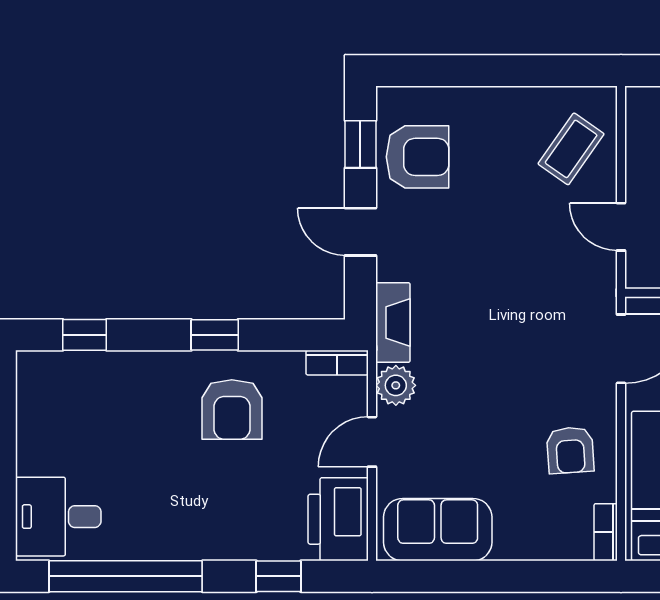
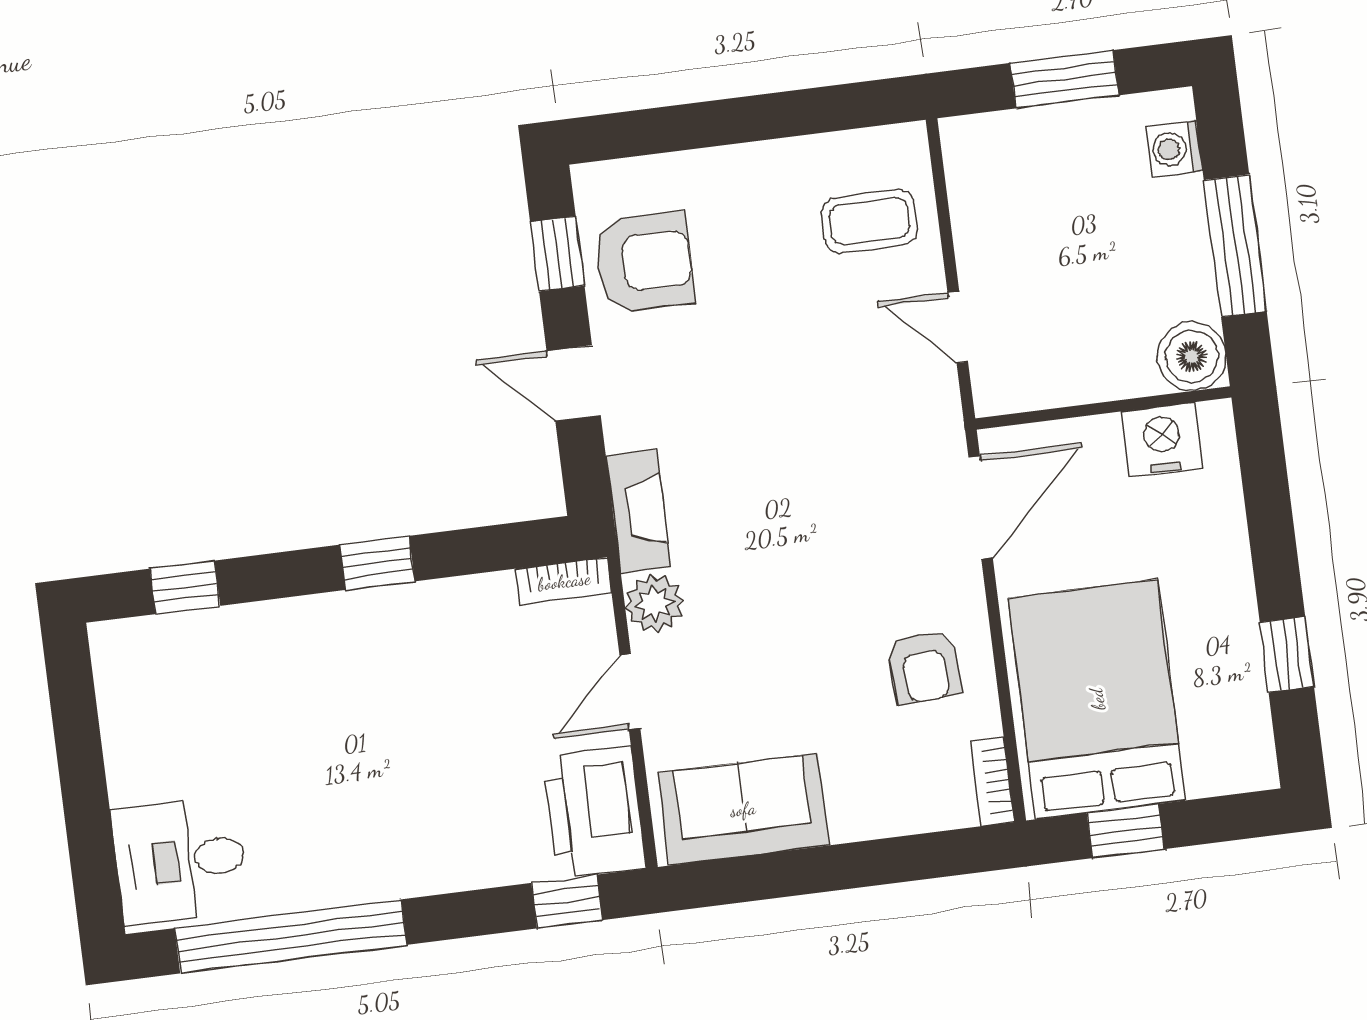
coffee table: (571, 149) -> (869, 221), turned 55
armchair: (232, 409) -> (417, 670), removed
window: (278, 576) -> (567, 902), moved

